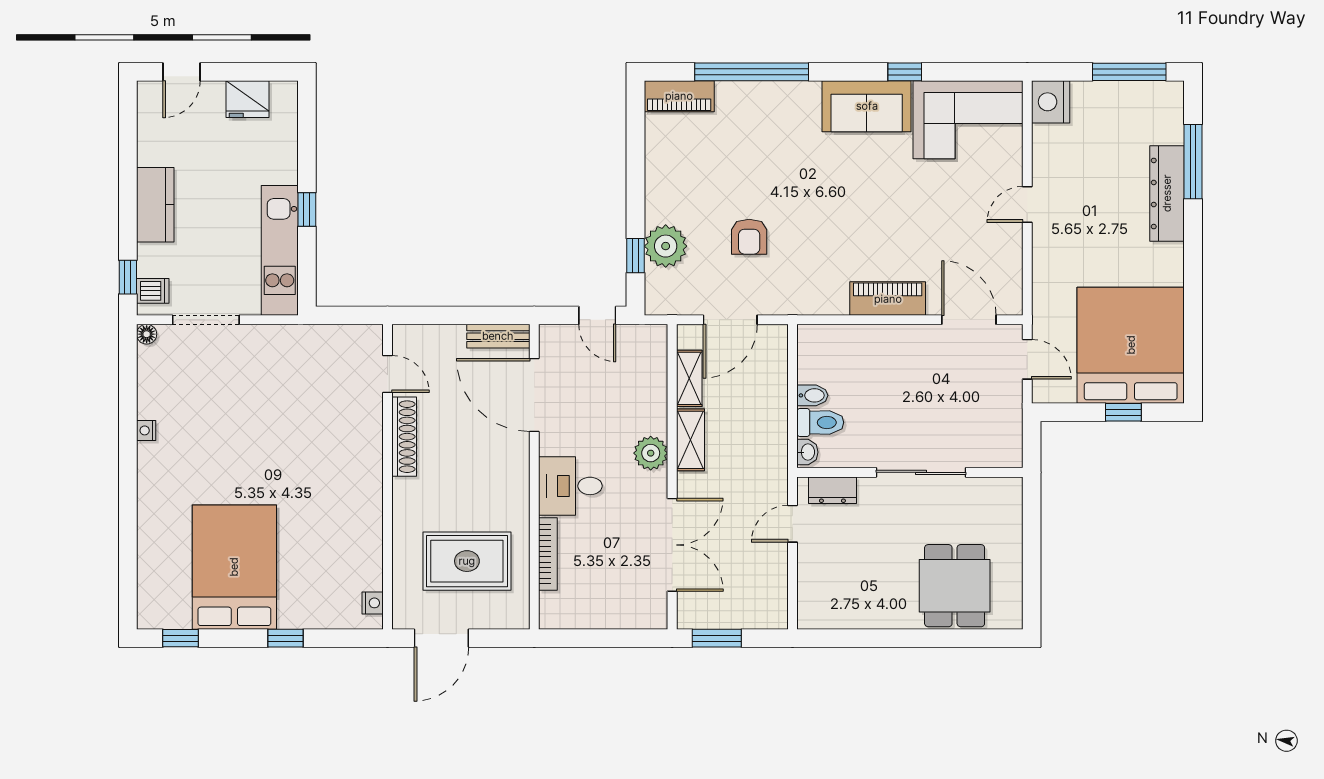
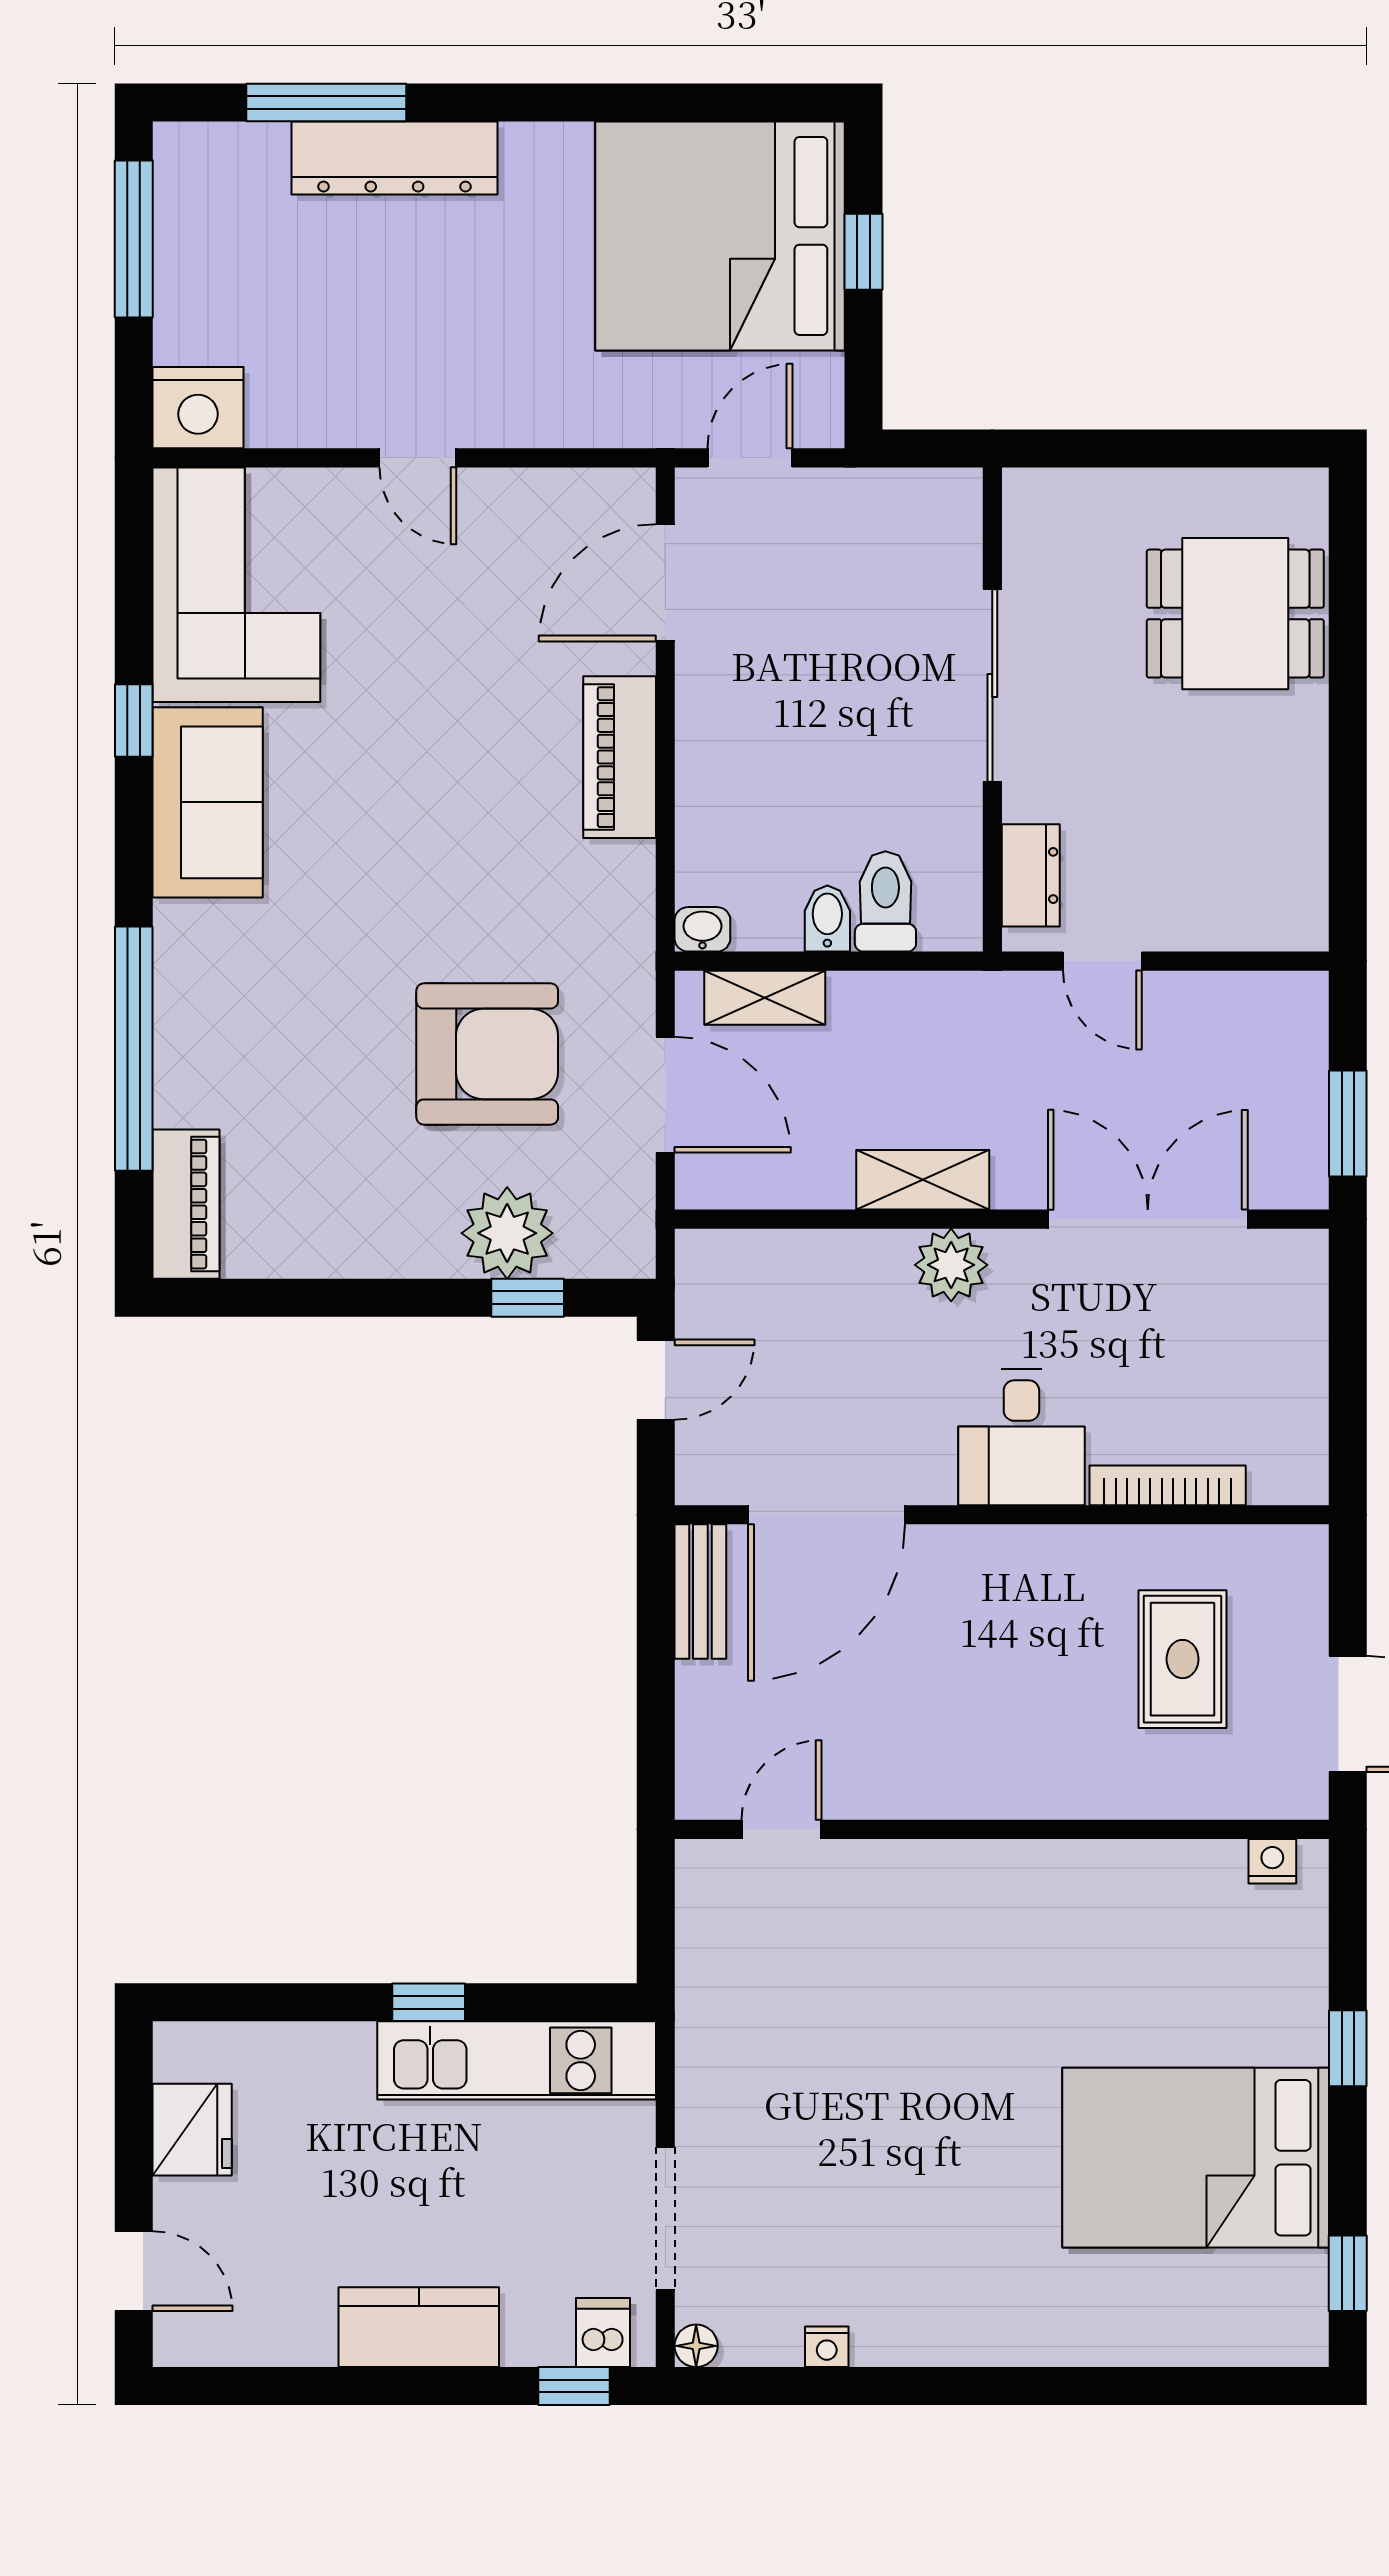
armchair: (749, 237) -> (487, 1054), width x1.88, depth x1.88
shelving: (689, 378) -> (765, 998), moved
nightstand: (146, 430) -> (827, 2347), moved
shoe rack: (404, 437) -> (916, 1794), removed
washbasin: (807, 452) -> (702, 929), moved
rug: (467, 561) -> (1183, 1659), width x0.73, depth x0.70

